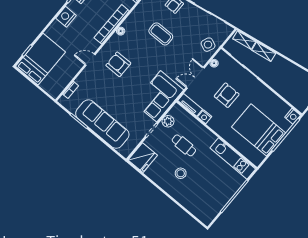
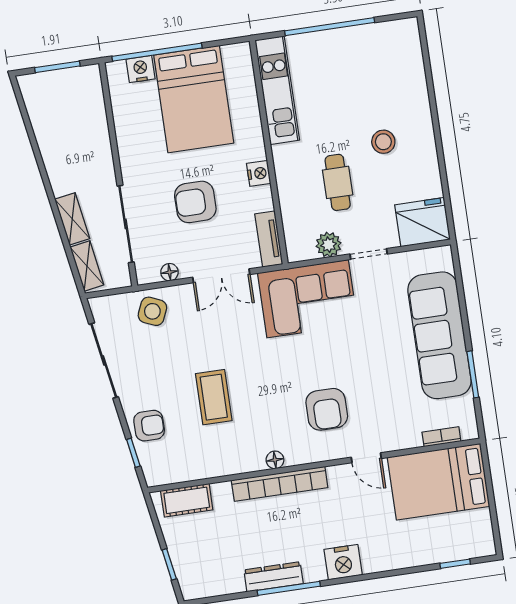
bed: (41, 59) -> (438, 482), moved
nightstand: (293, 116) -> (141, 69), moved
nightstand: (205, 117) -> (259, 173), moved

